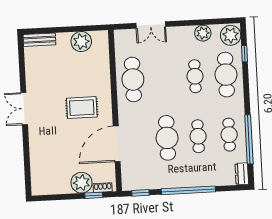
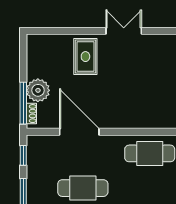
rug: (82, 108) -> (85, 57), moved
window: (94, 195) -> (23, 103), width x2.17

